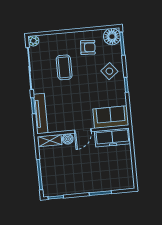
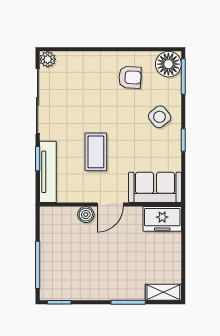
coffee table: (64, 67) -> (96, 152), moved
freezer: (112, 138) -> (162, 219), width x0.71
shelving: (50, 141) -> (163, 292), moved

